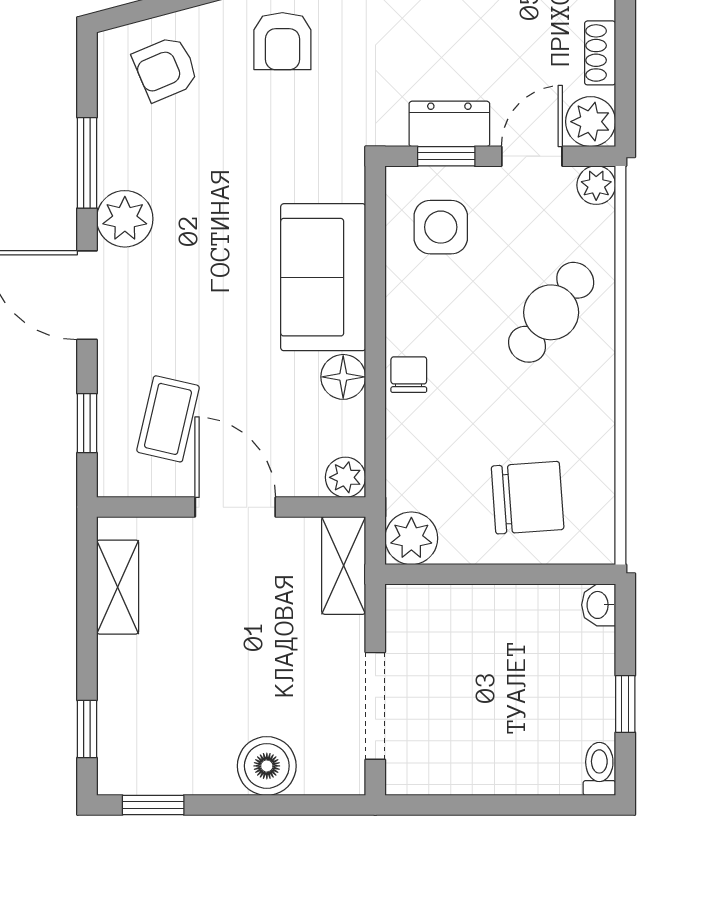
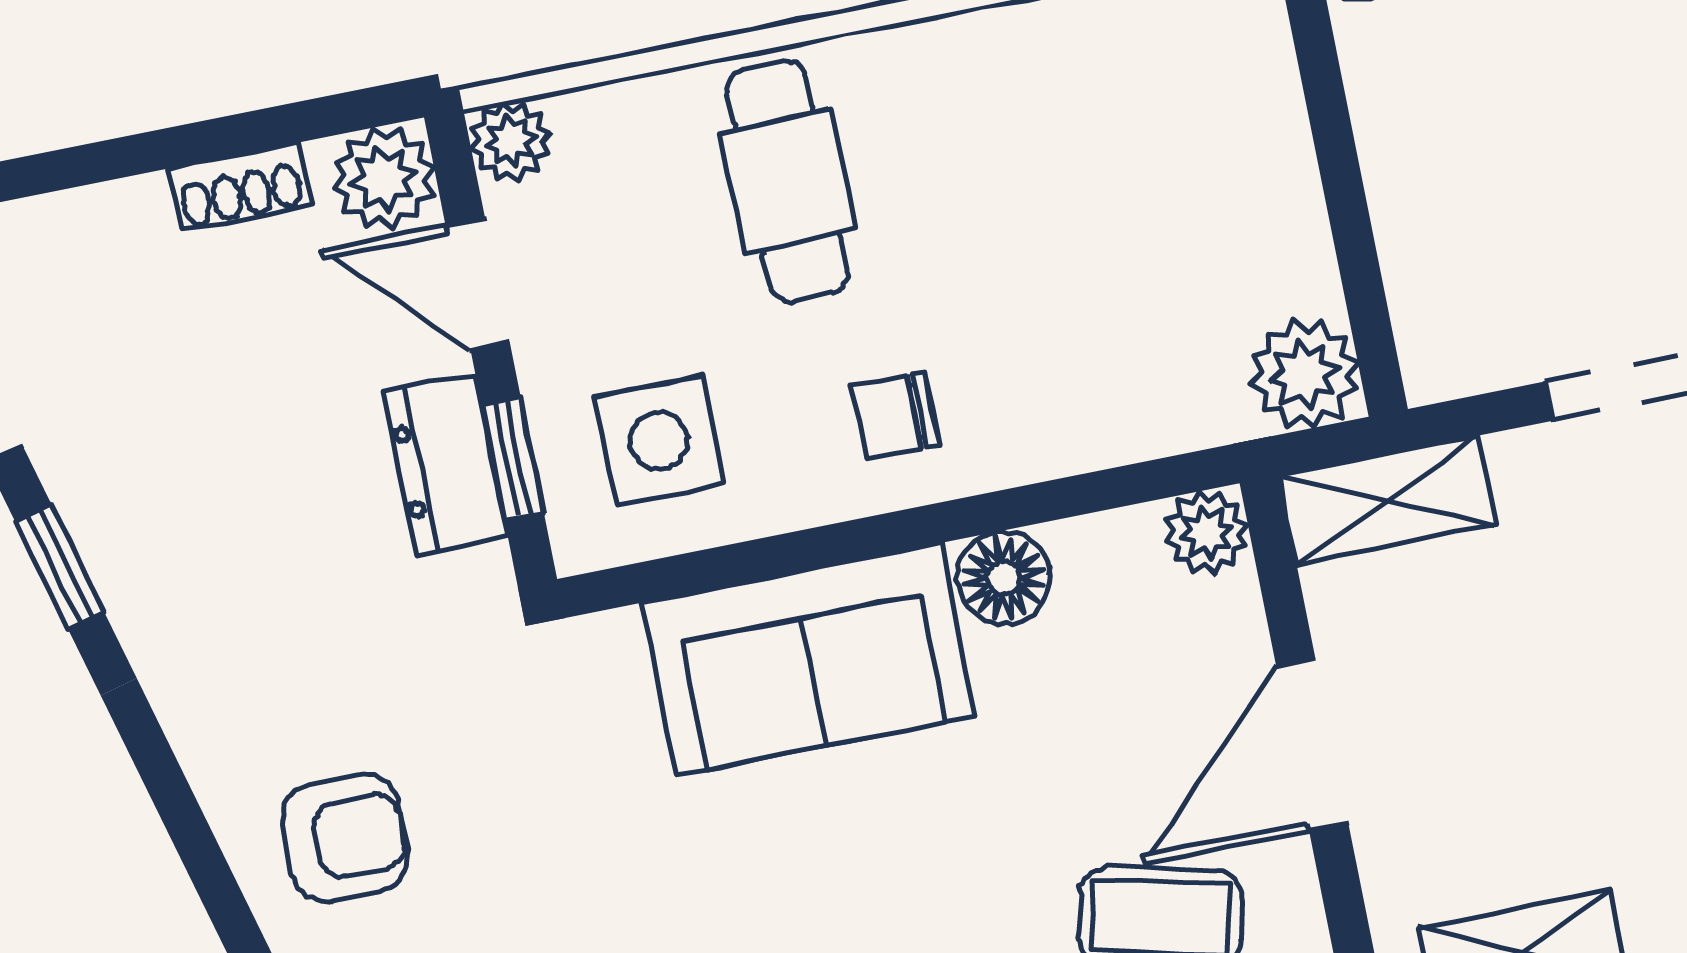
cafe table: (551, 312) -> (788, 181), turned 52
chair: (409, 375) -> (895, 415), moved
chair: (528, 498) -> (1174, 154), removed

